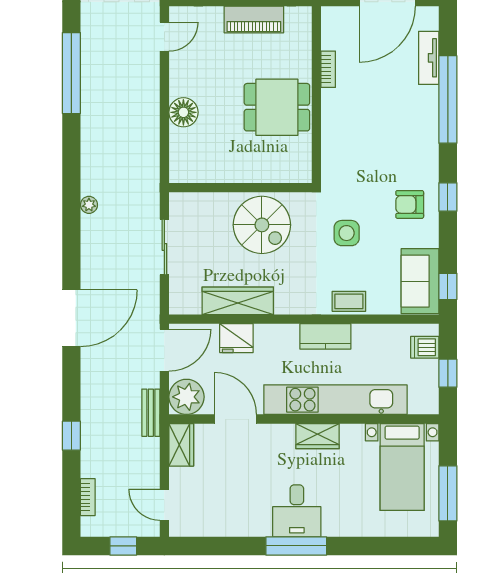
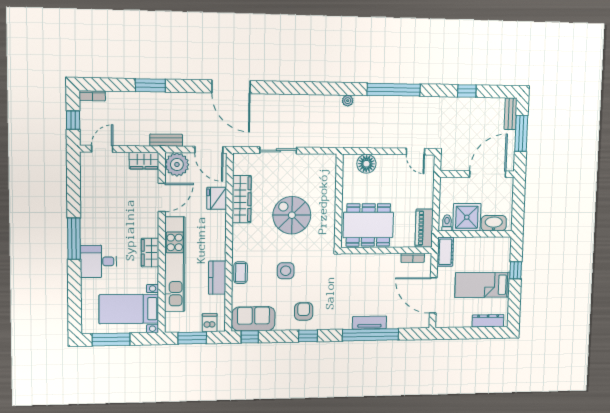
piano: (254, 19) -> (424, 228), moved
tv unit: (429, 58) -> (369, 323), moved
bookcase: (328, 69) -> (413, 258), moved
dining table: (277, 107) -> (368, 225), width x1.37
wall: (240, 188) -> (339, 201), moved
plant: (89, 205) -> (348, 101), moved
spiral stairs: (262, 225) -> (292, 215), turned 90
kitchen counter: (325, 336) -> (217, 278), moved
window: (448, 373) -> (192, 338), width x1.50
window: (71, 436) -> (150, 85), width x1.50
bookcase: (88, 497) -> (92, 96), moved
desk: (297, 511) -> (99, 261), moved

